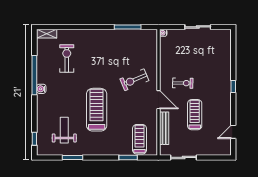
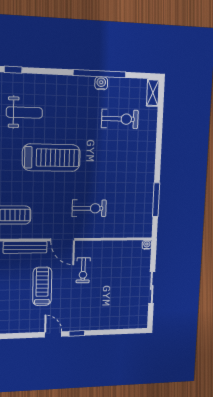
exercise bike: (134, 80) -> (89, 208), turned 113
water cooler: (41, 89) -> (101, 83), moved
door: (158, 100) -> (63, 240), hinge flipped
treadmill: (195, 115) -> (42, 286), turned -90
door: (233, 132) -> (53, 334), moved

